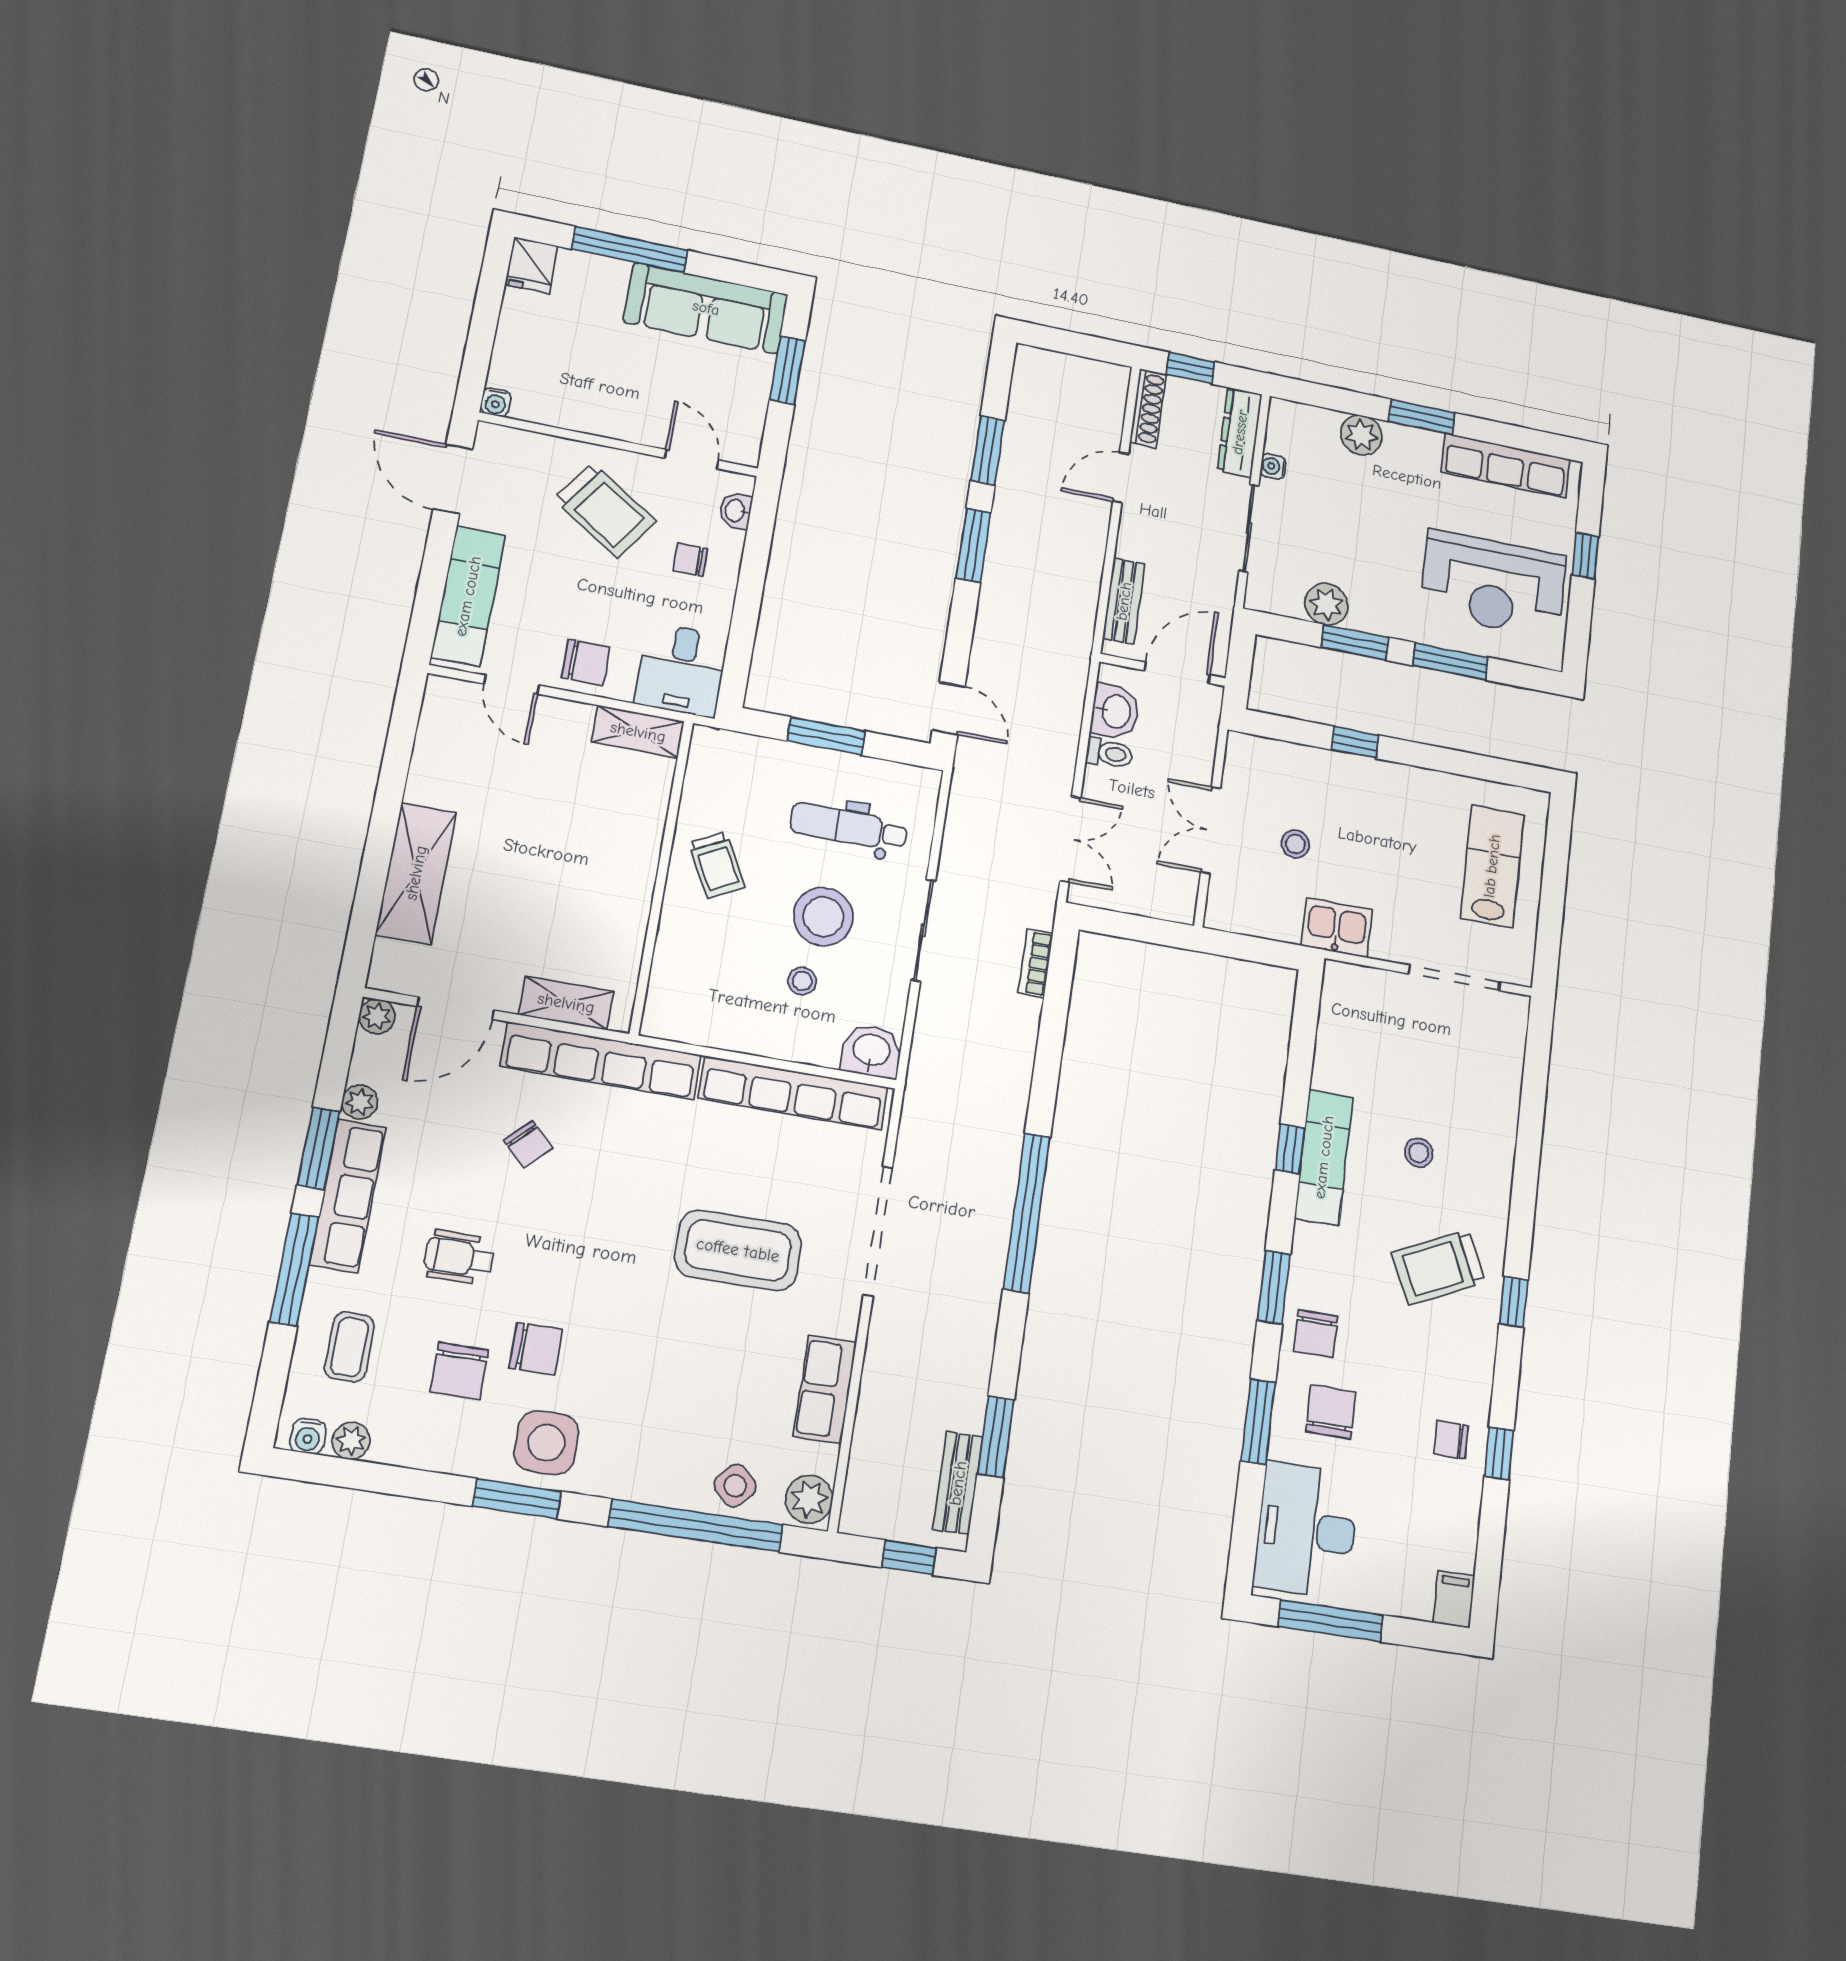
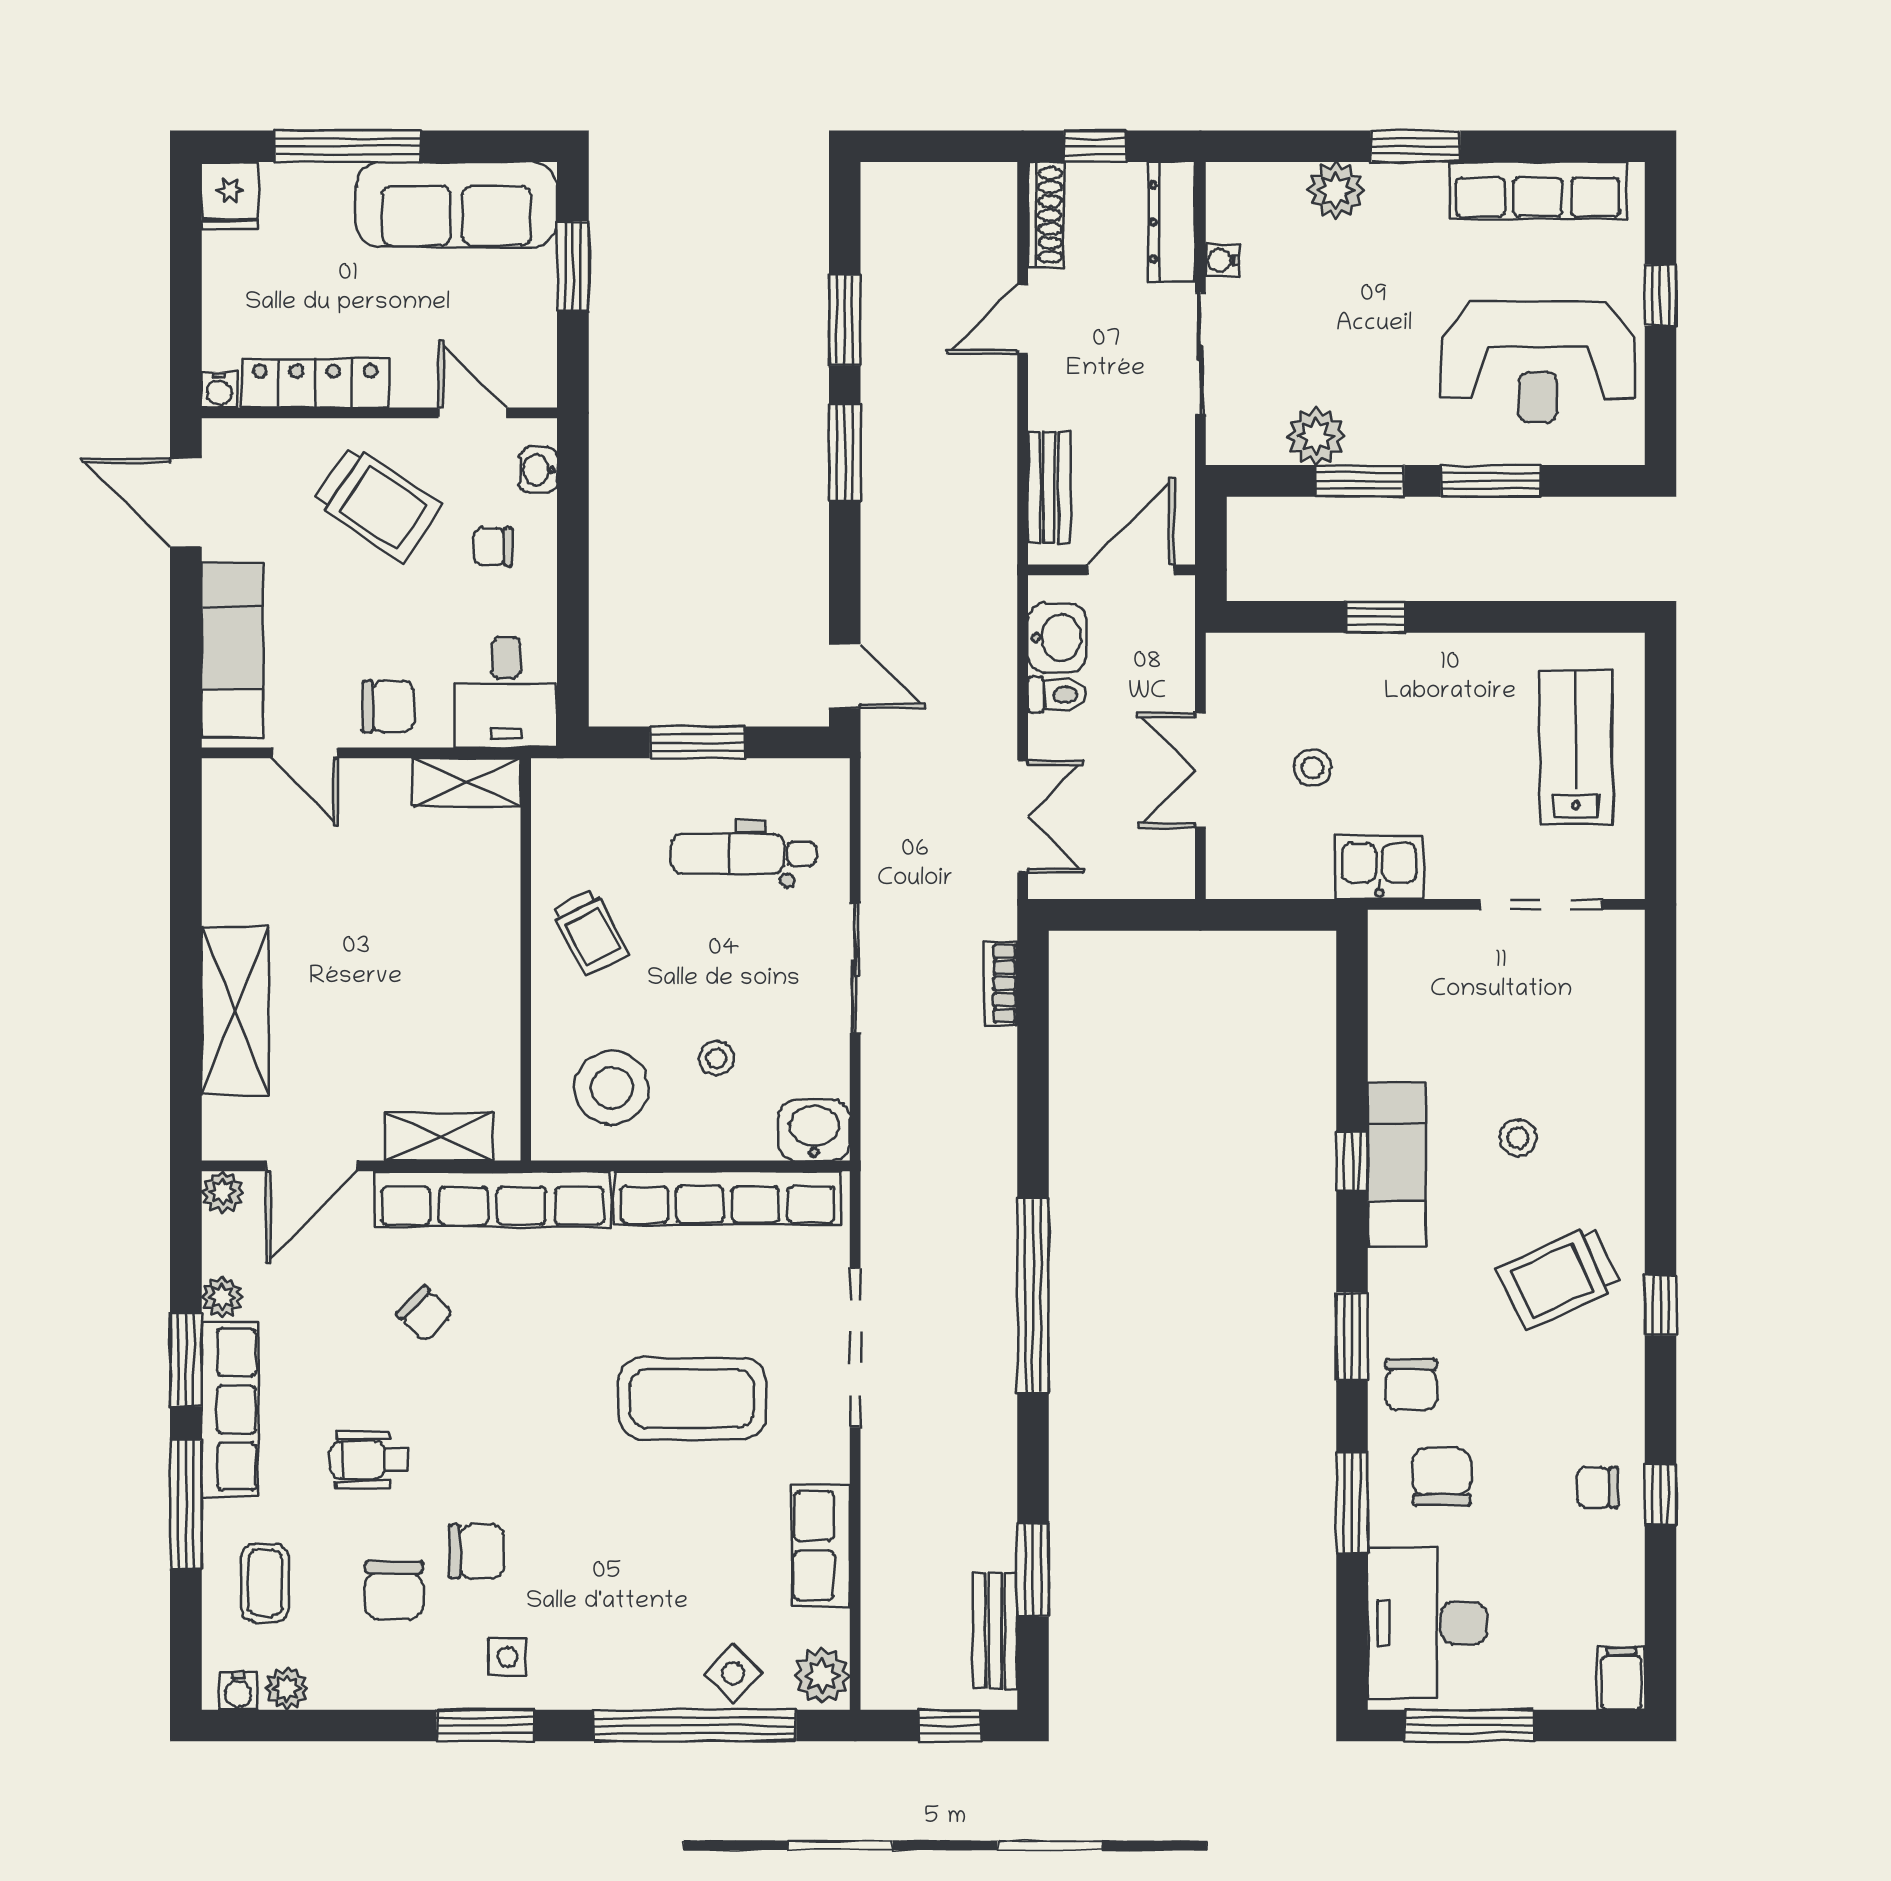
locker: (572, 413) -> (315, 383), added
stool: (823, 917) -> (612, 1088), moved
side table: (546, 1443) -> (507, 1657), width x0.54, depth x0.54

